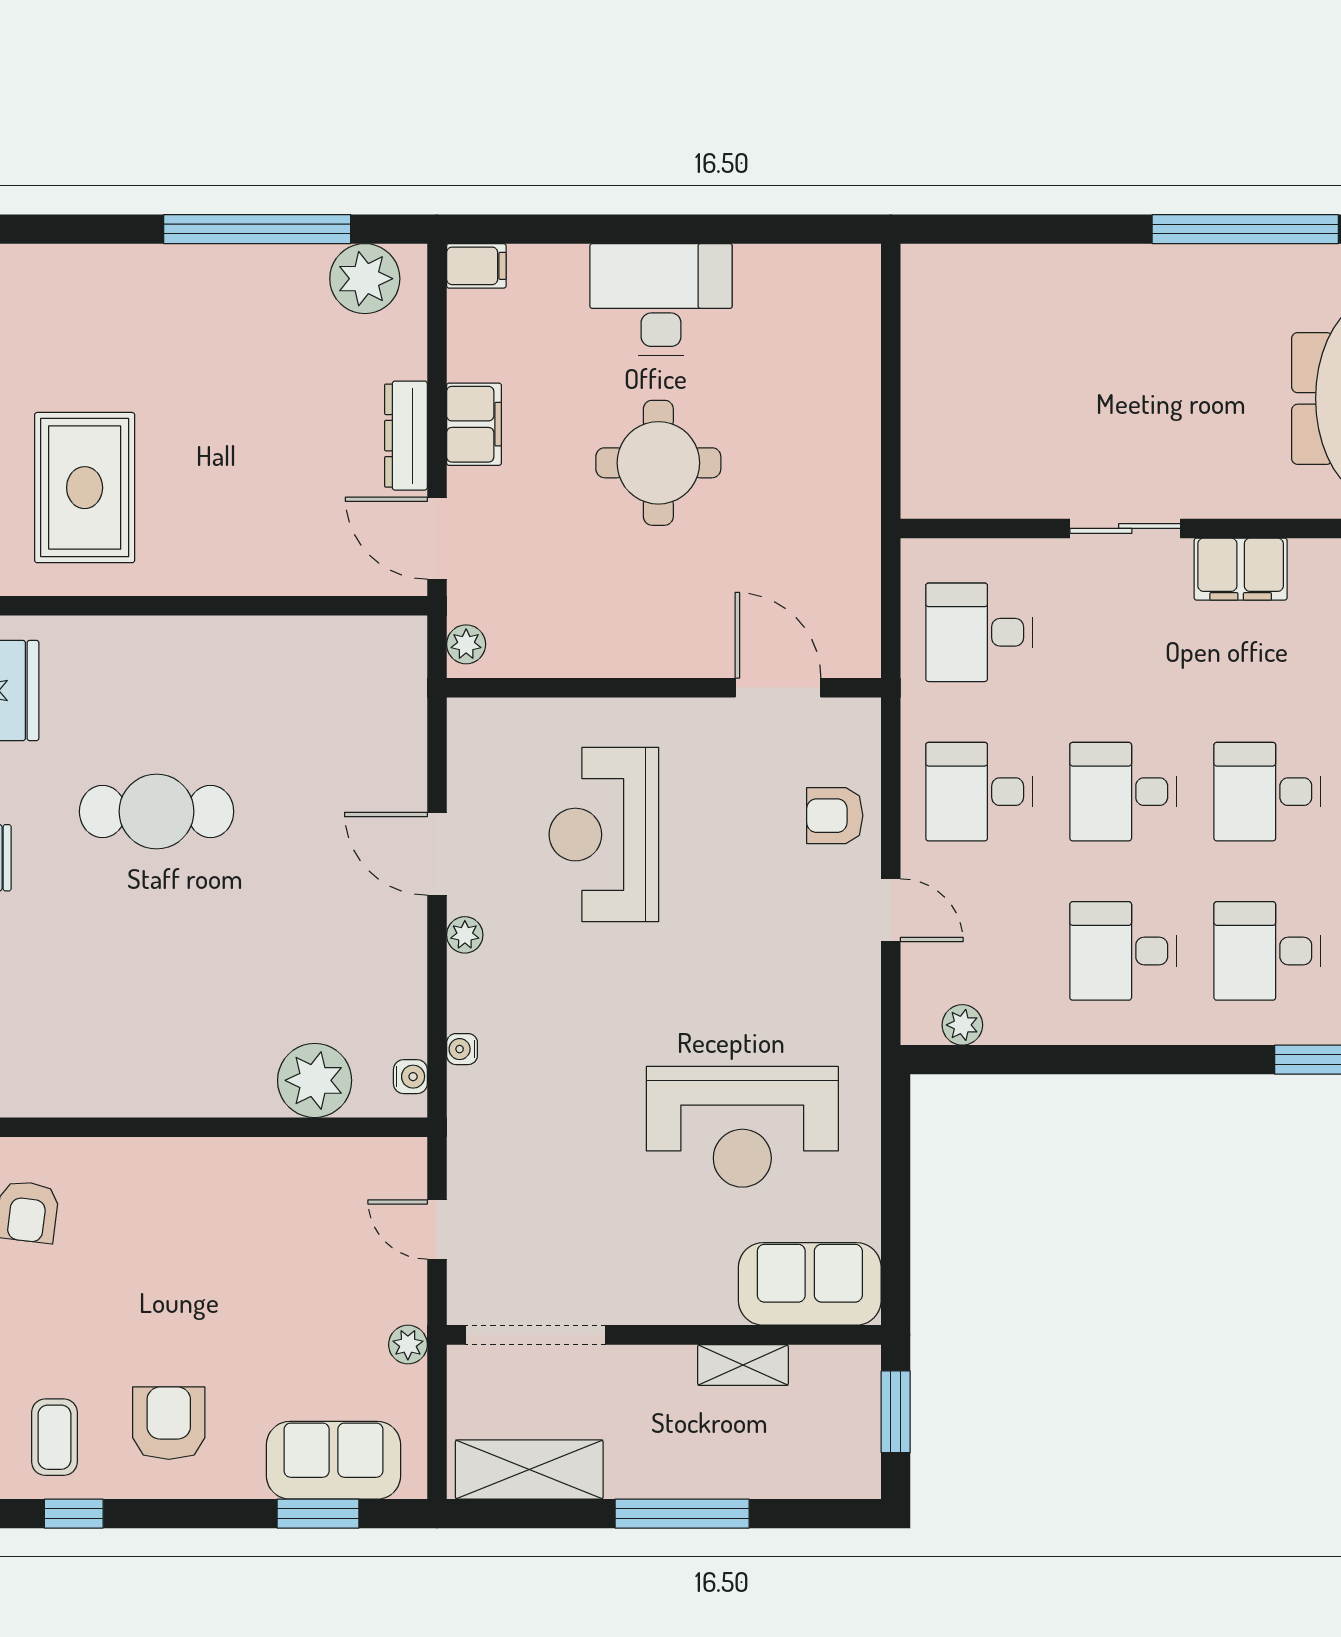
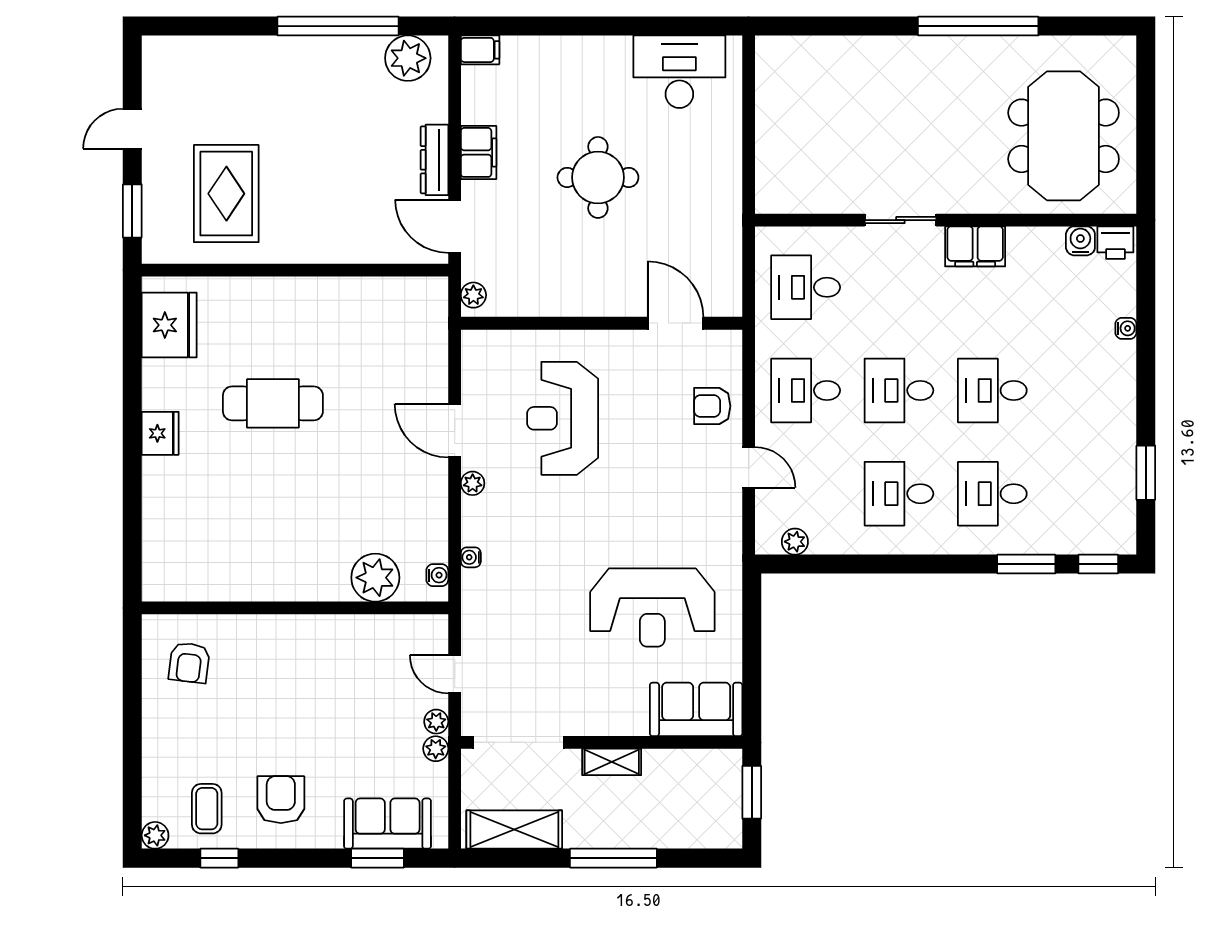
desk: (661, 299) -> (679, 72), moved
plant: (409, 1303) -> (436, 722), added
shelving: (743, 1365) -> (612, 762), moved

